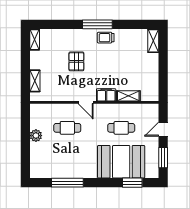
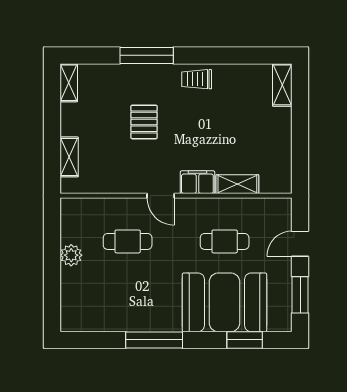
window: (97, 24) -> (147, 55), moved
window: (67, 183) -> (154, 340), moved

